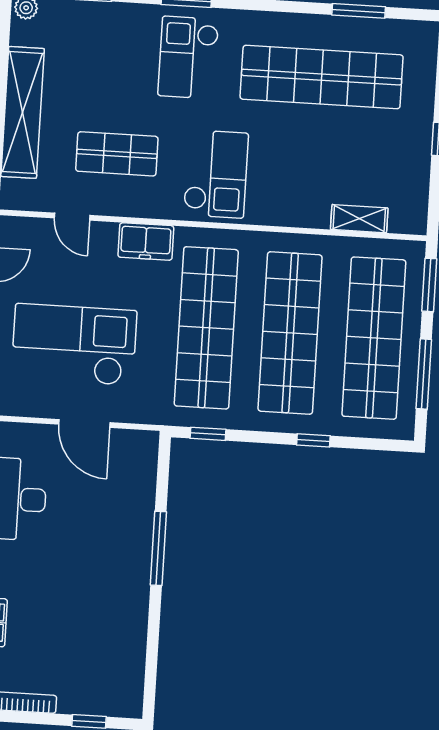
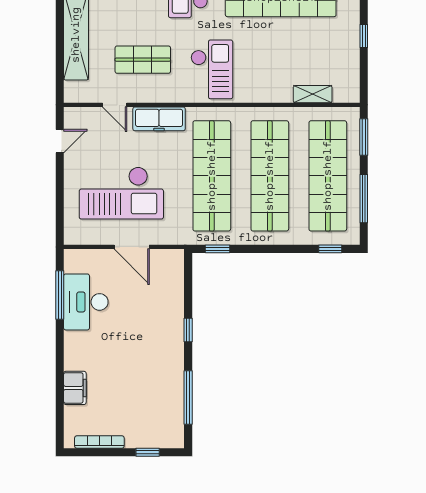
freezer: (146, 241) -> (159, 119), width x1.40
checkout: (74, 345) -> (121, 193), turned 180
window: (313, 440) -> (330, 249), moved
window: (158, 548) -> (188, 330), width x0.46
window: (152, 646) -> (188, 397), added

